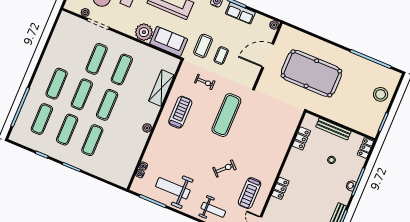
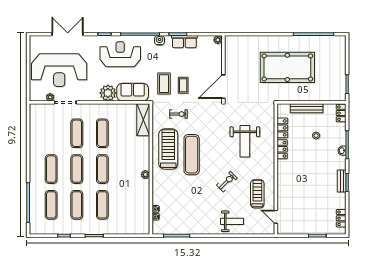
door: (268, 56) -> (223, 87), moved
pool table: (311, 73) -> (287, 67), moved
shelving: (161, 88) -> (143, 120), moved
stool: (381, 94) -> (335, 61), removed
treadmill: (180, 112) -> (168, 149), width x1.37, depth x1.38
exercise mat: (226, 115) -> (192, 155), moved
weight bench: (173, 188) -> (245, 141), moved, turned -90
locker: (280, 188) -> (282, 149), moved
treadmill: (250, 193) -> (257, 194), turned 180

